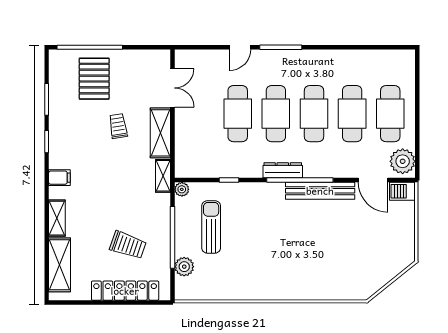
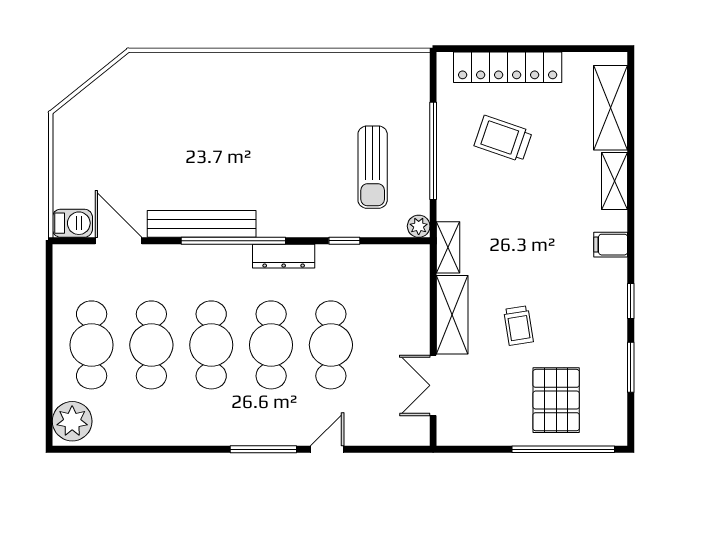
plant: (403, 161) -> (72, 421), moved
dresser: (283, 170) -> (284, 256), moved
plant: (184, 267) -> (415, 105), removed

